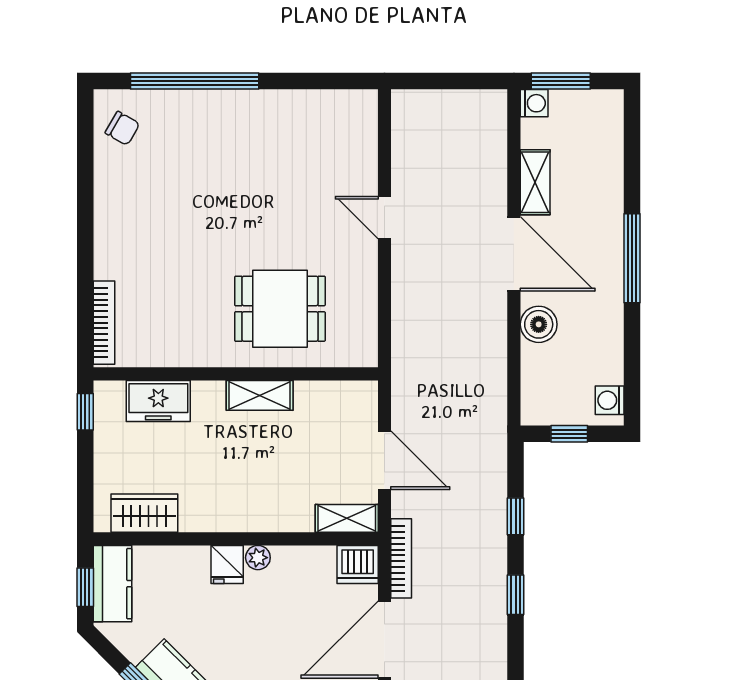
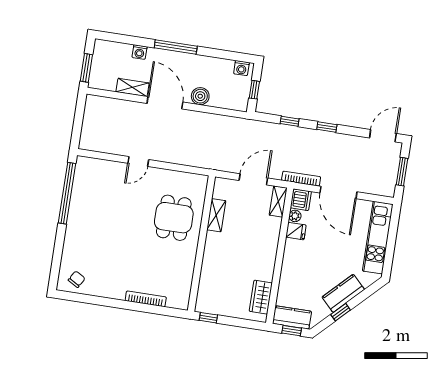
window: (195, 81) -> (67, 193), moved
washing machine: (534, 103) -> (140, 52), moved, turned 180
door: (514, 254) -> (165, 103), hinge flipped
bookcase: (104, 323) -> (146, 299), moved
shelving: (260, 395) -> (216, 215), moved
freezer: (158, 401) -> (209, 282), removed
plant: (258, 558) -> (295, 216), moved
fridge: (227, 564) -> (296, 231), moved

